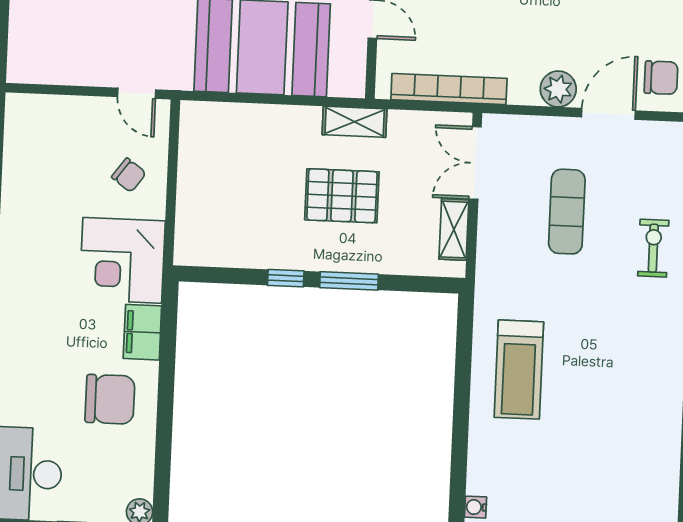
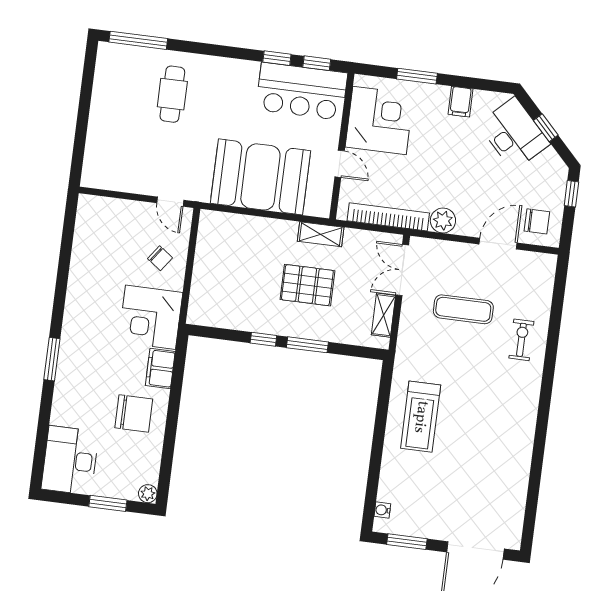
plant: (558, 89) -> (443, 221), moved
exercise mat: (567, 212) -> (463, 309), turned 90

